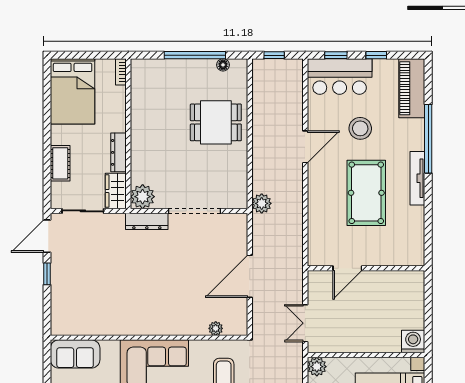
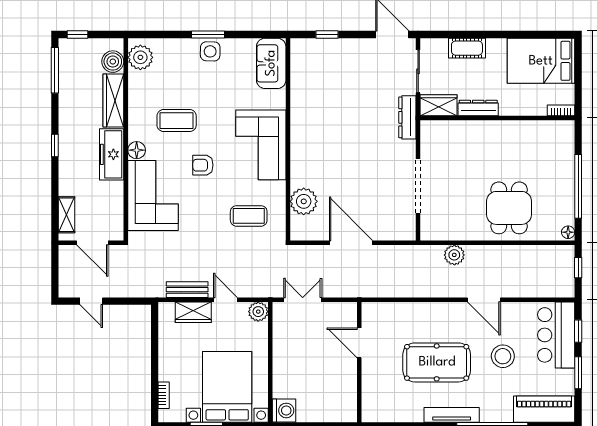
window: (376, 55) -> (578, 373), width x1.50
floor lamp: (223, 65) -> (568, 232), moved
plant: (143, 197) -> (433, 133), removed
plant: (262, 203) -> (454, 255), moved
dresser: (147, 221) -> (407, 117), moved
window: (47, 274) -> (327, 35), moved
plant: (216, 328) -> (304, 201), width x1.88, depth x1.88

